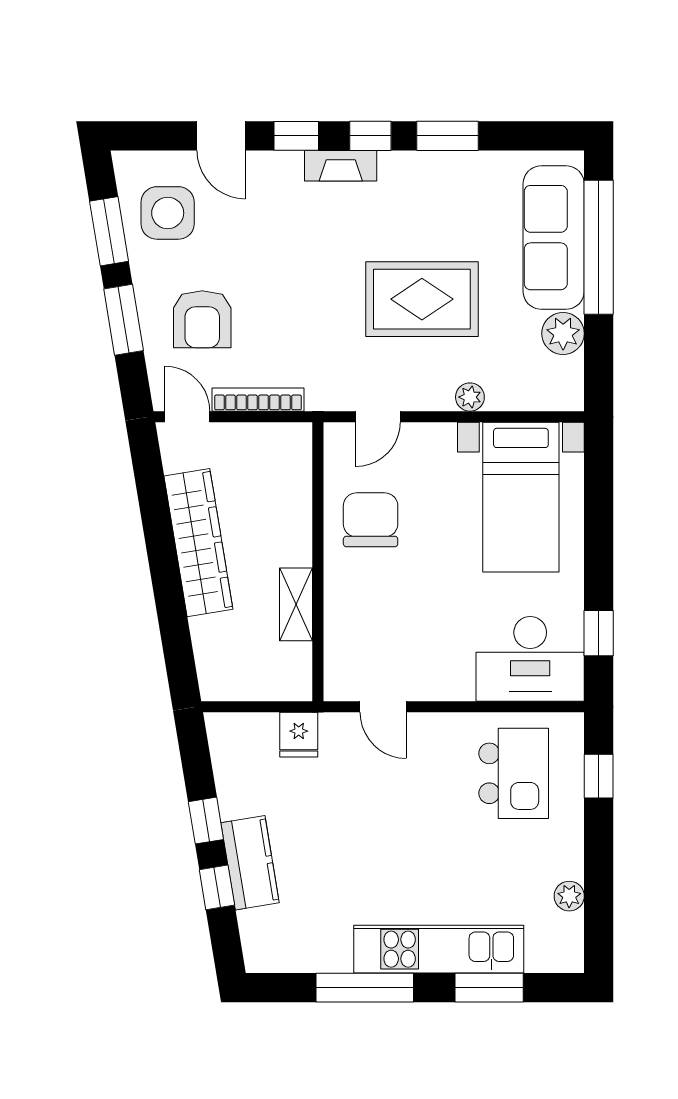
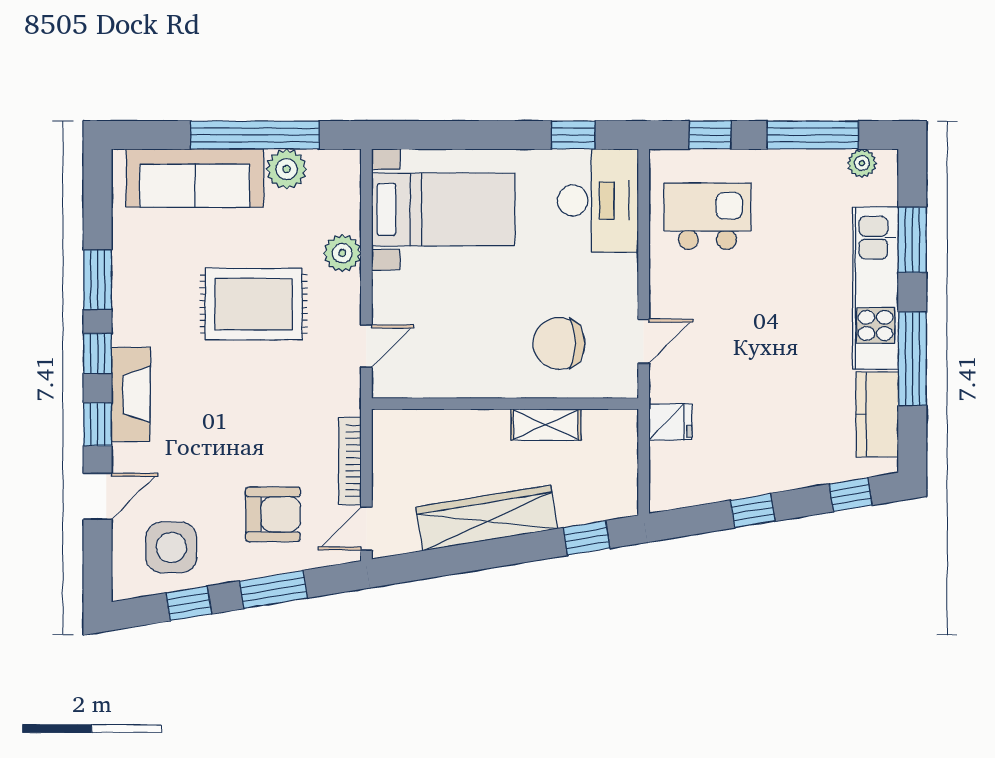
fireplace: (341, 166) -> (131, 395), width x1.37, depth x1.32
window: (109, 231) -> (189, 603), width x0.67
window: (599, 247) -> (255, 135), moved
rug: (422, 299) -> (254, 304), turned 90
plant: (470, 397) -> (342, 253), width x1.38, depth x1.38
door: (378, 417) -> (366, 346), hinge flipped
chair: (371, 520) -> (559, 343), moved
window: (177, 647) -> (586, 538), added
kitchen counter: (250, 863) -> (877, 415), moved, turned -81
window: (599, 883) -> (813, 135), added
window: (217, 887) -> (851, 495), moved
plant: (569, 896) -> (862, 163), moved

